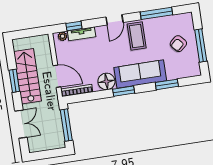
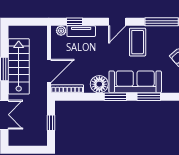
door: (57, 76) -> (49, 71), hinge flipped
window: (167, 84) -> (149, 97), moved
window: (66, 125) -> (51, 123), width x0.46

